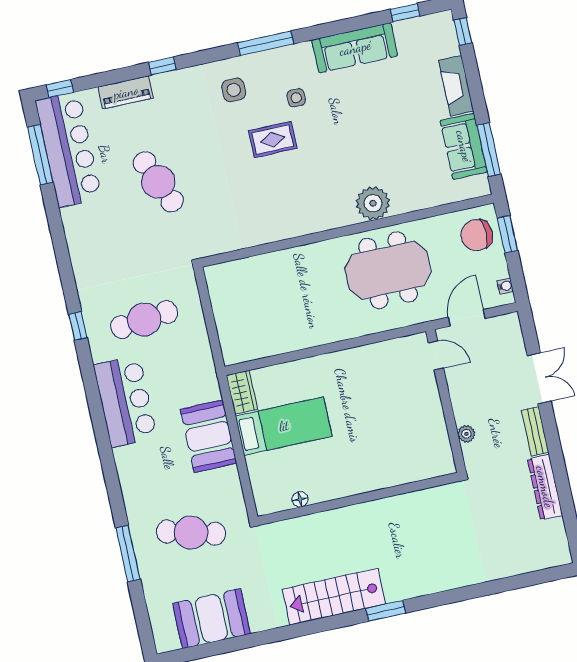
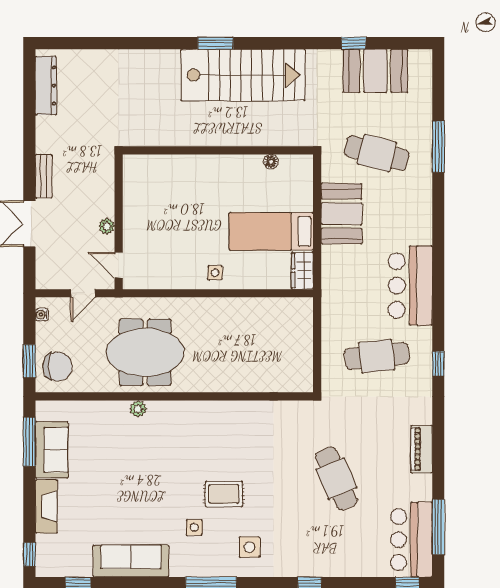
piano: (126, 92) -> (422, 449), moved, turned -90
bar counter: (69, 149) -> (411, 540), width x0.73
plant: (373, 203) -> (138, 409), width x0.53, depth x0.53
door: (467, 318) -> (83, 293), width x0.73
side table: (333, 370) -> (215, 273), added
plant: (466, 434) -> (107, 226), moved
booth: (209, 436) -> (342, 214), moved
dresser: (545, 487) -> (46, 86), moved
stairs: (334, 597) -> (243, 75), width x1.36, depth x1.51
window: (241, 643) -> (354, 43), added

